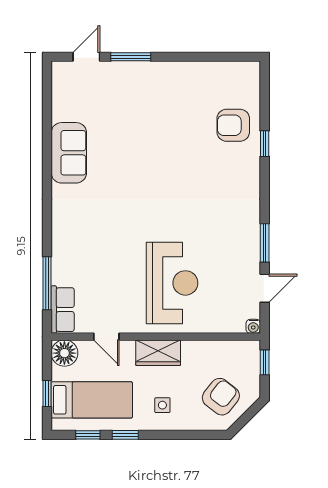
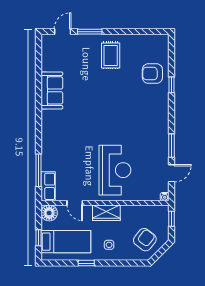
rug: (165, 96) -> (111, 55), added
window: (88, 435) -> (63, 263), removed

